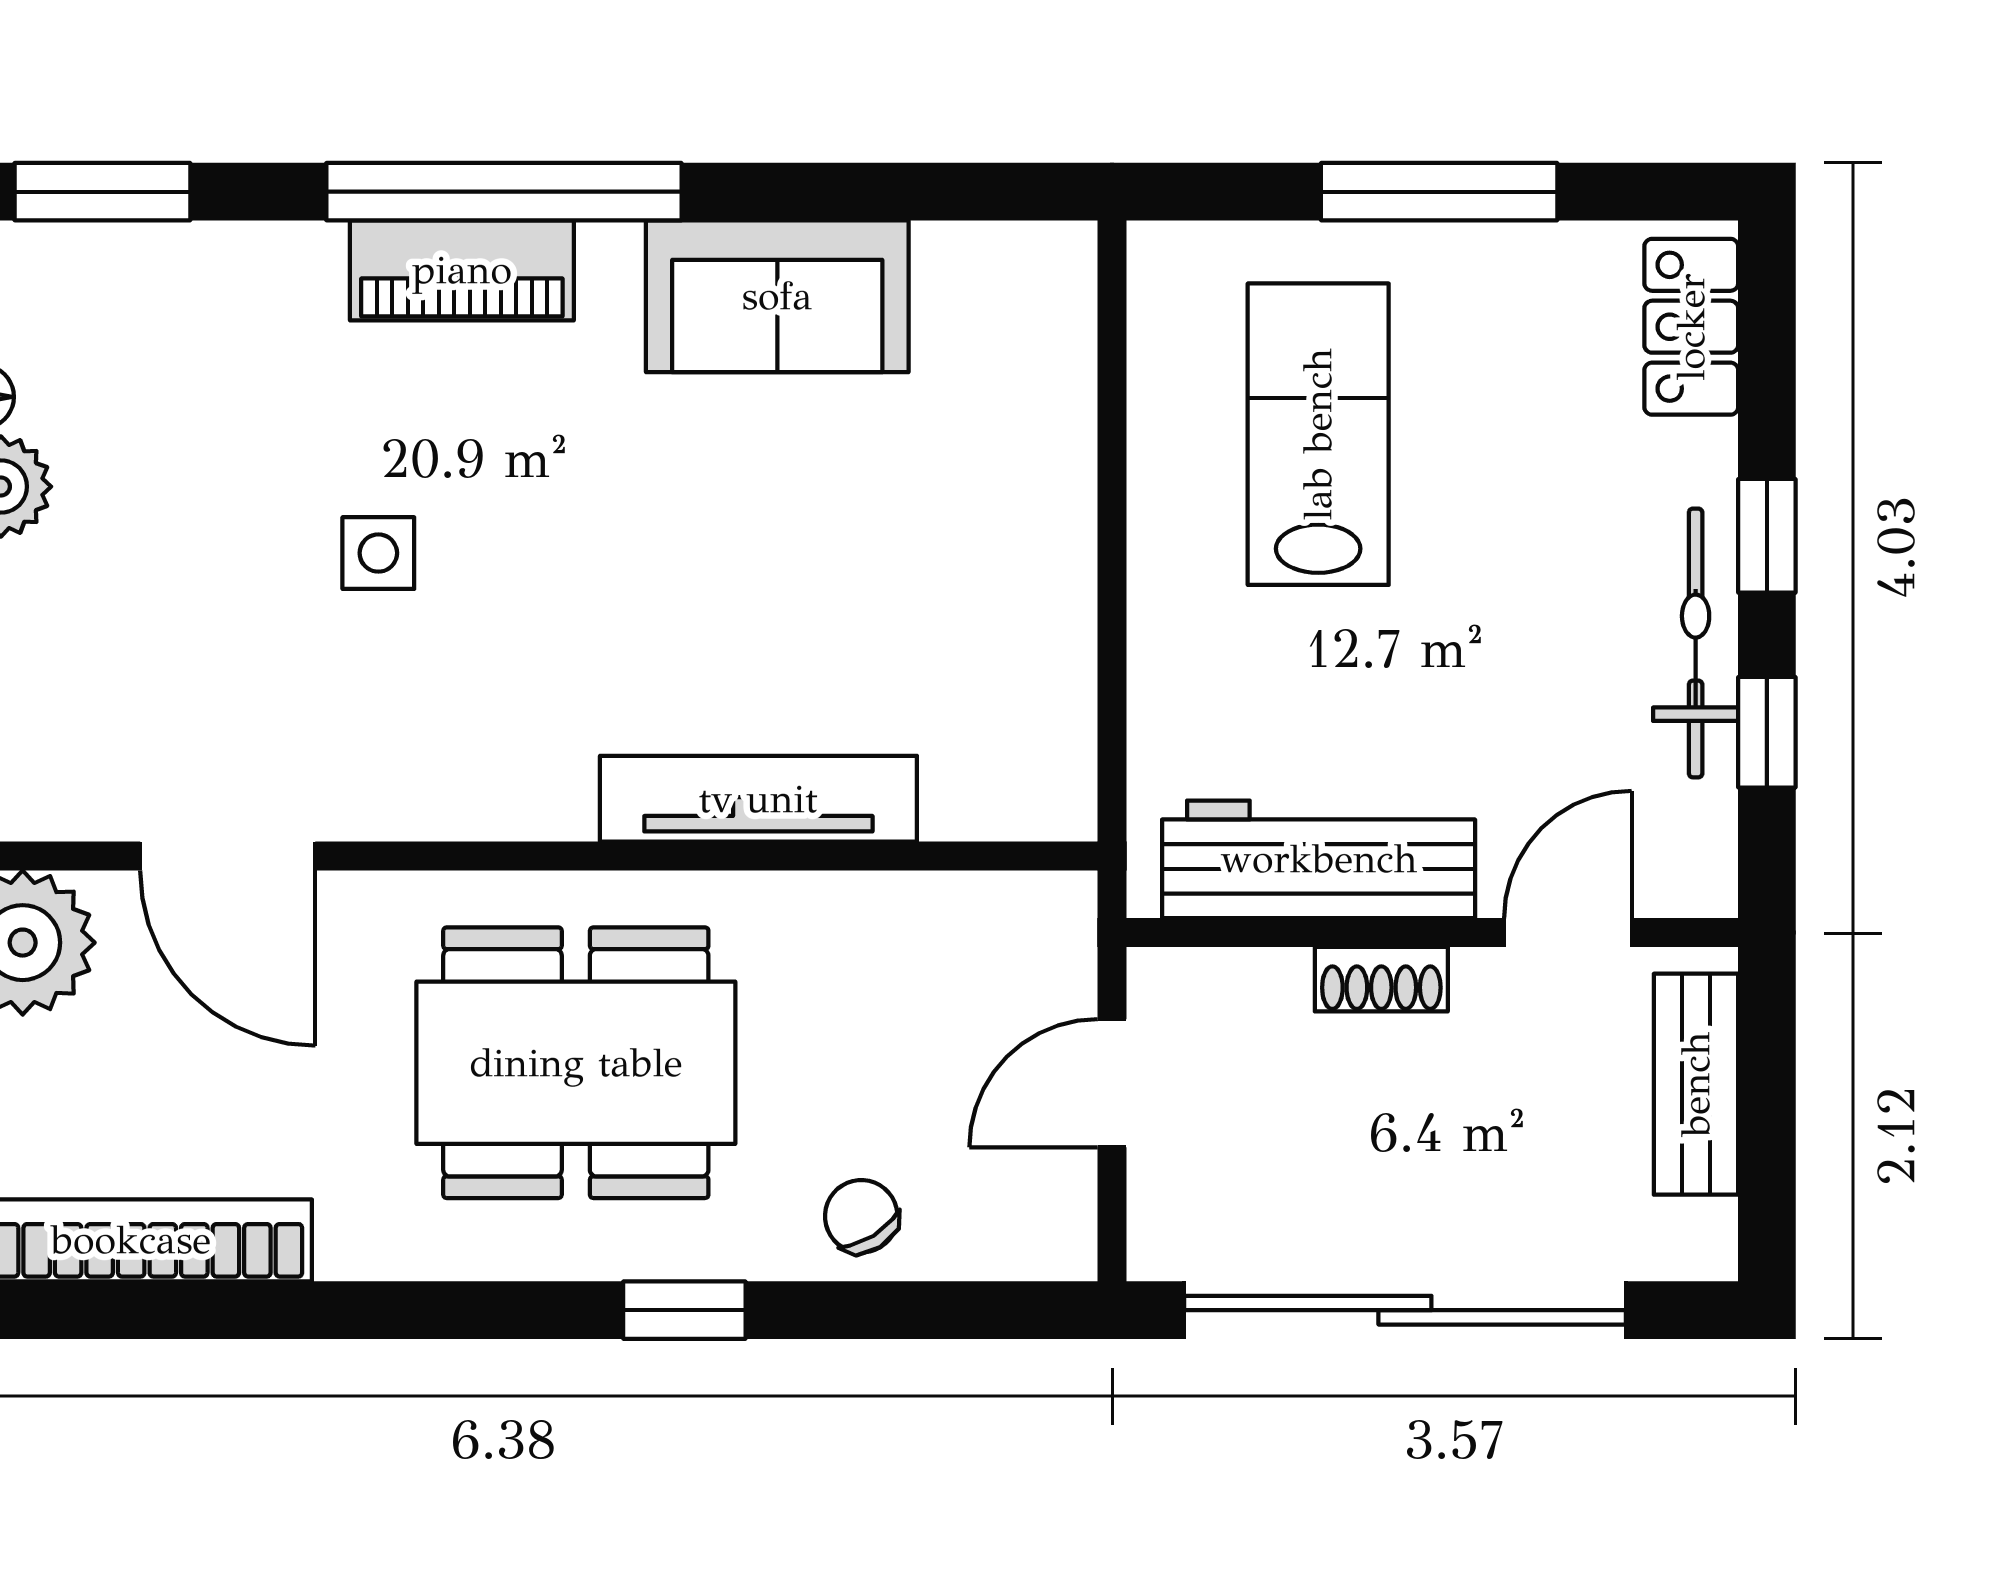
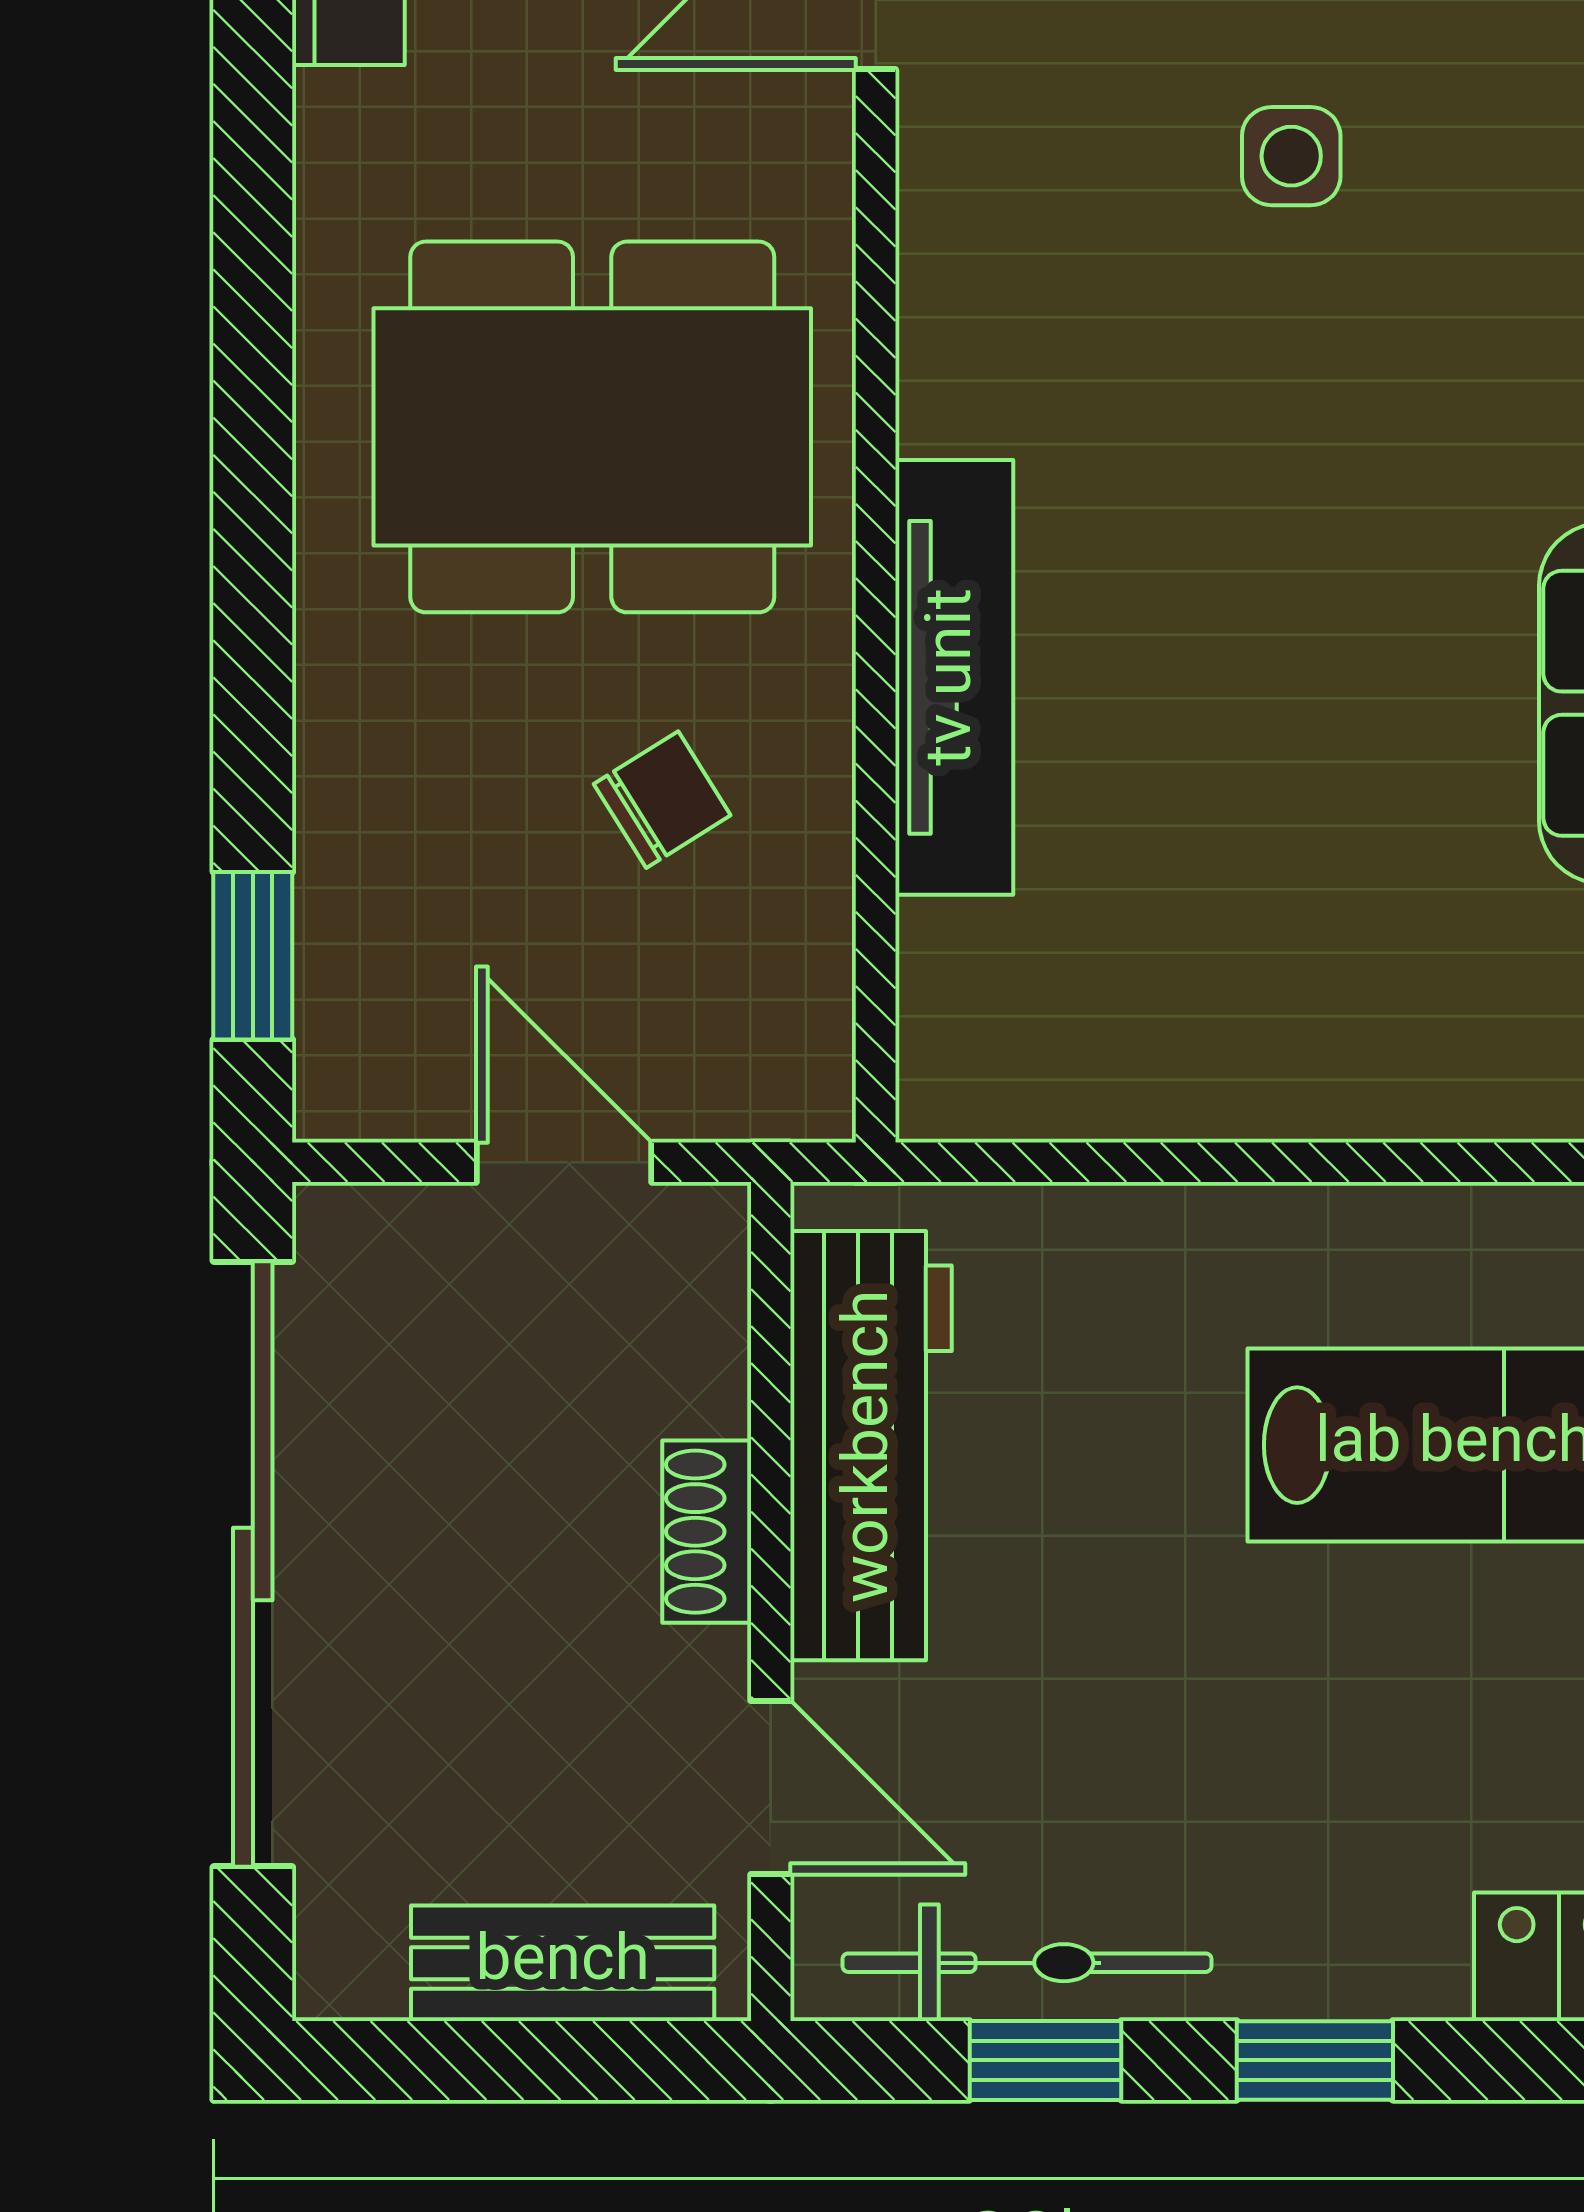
bicycle: (1696, 643) -> (1027, 1963), moved
dining table: (576, 1063) -> (592, 427), turned 90
chair: (861, 1216) -> (662, 800), moved
window: (684, 1310) -> (253, 956), moved

